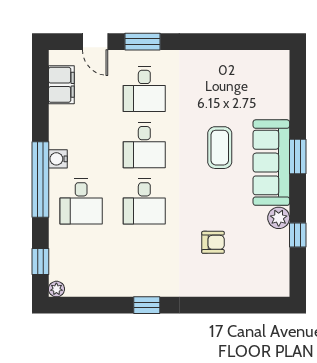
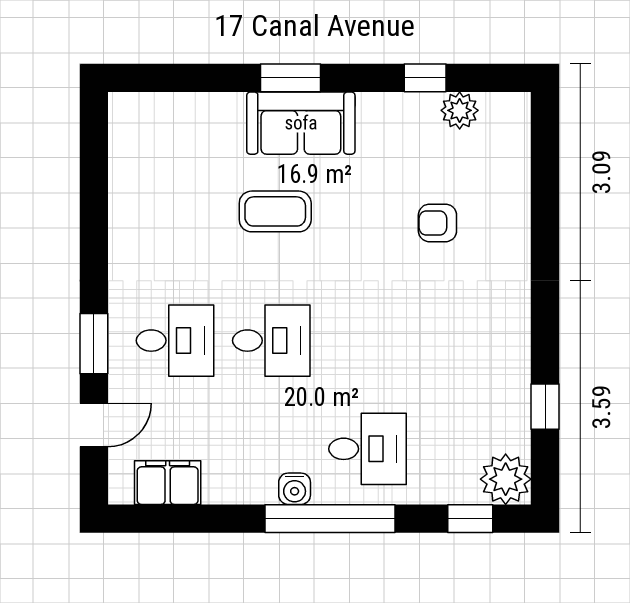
sofa: (271, 163) -> (301, 123), width x0.73
desk: (144, 202) -> (368, 341), removed
plant: (279, 218) -> (460, 110), moved
armchair: (213, 242) -> (437, 223), turned -90
plant: (56, 289) -> (506, 479), width x1.88, depth x1.88
window: (147, 305) -> (545, 407), moved

